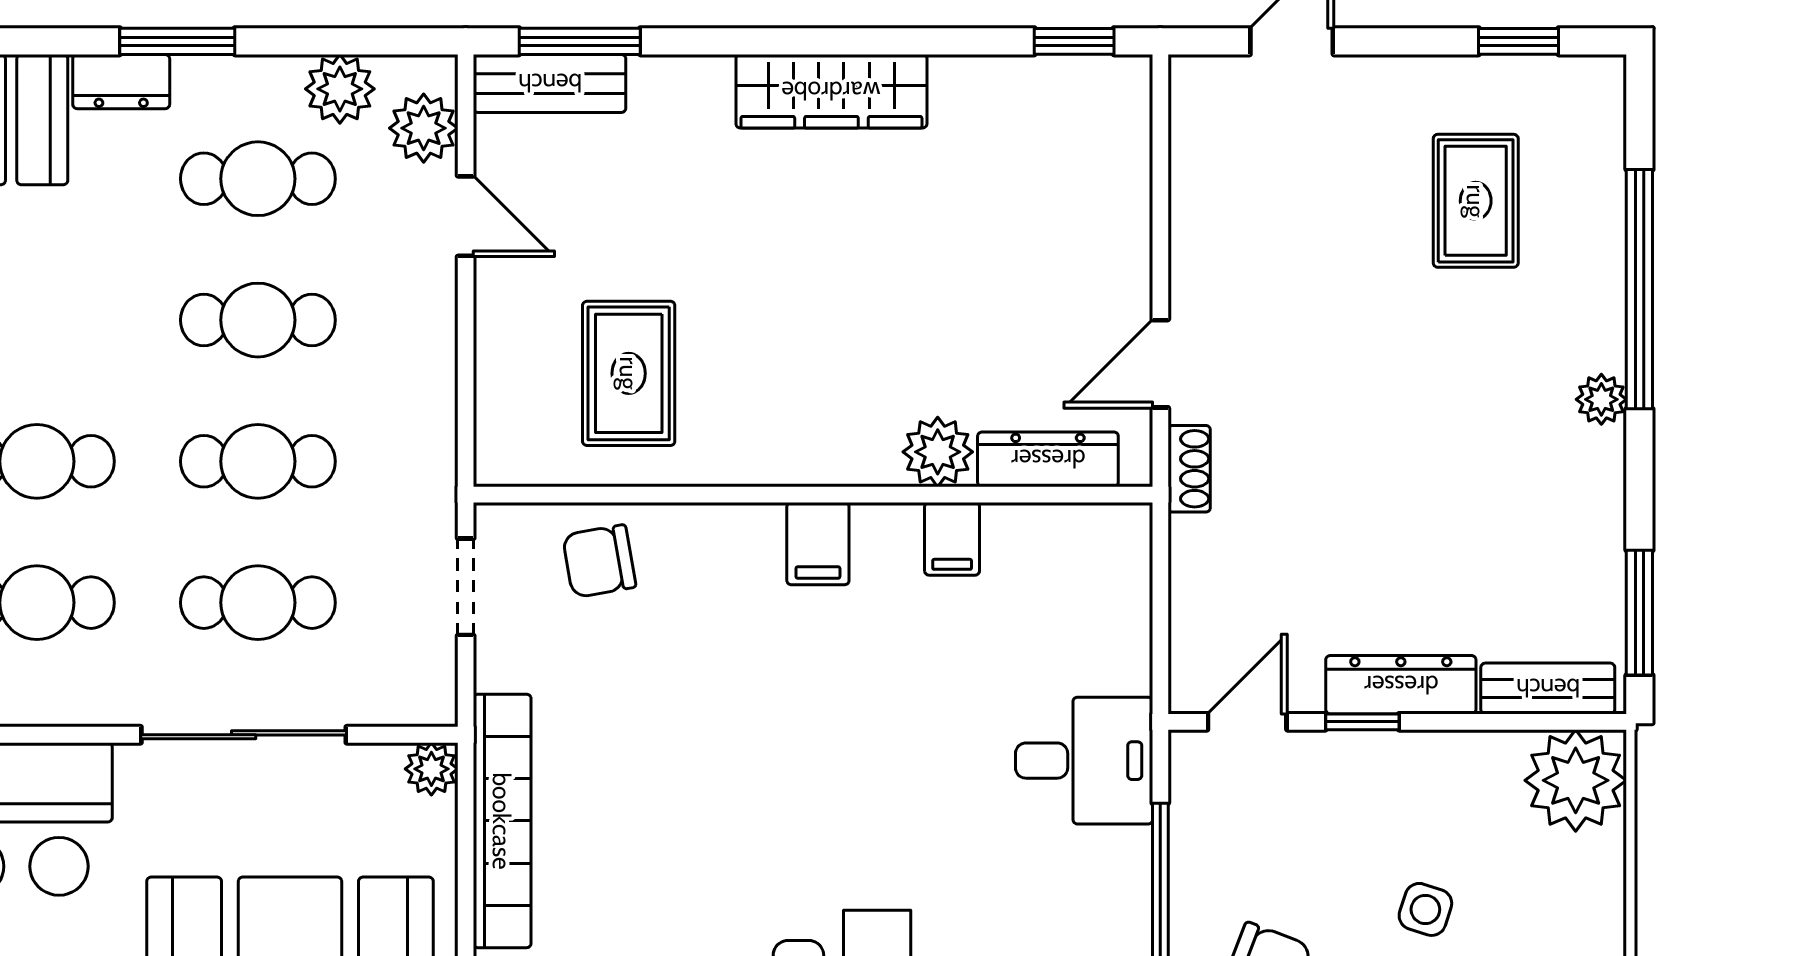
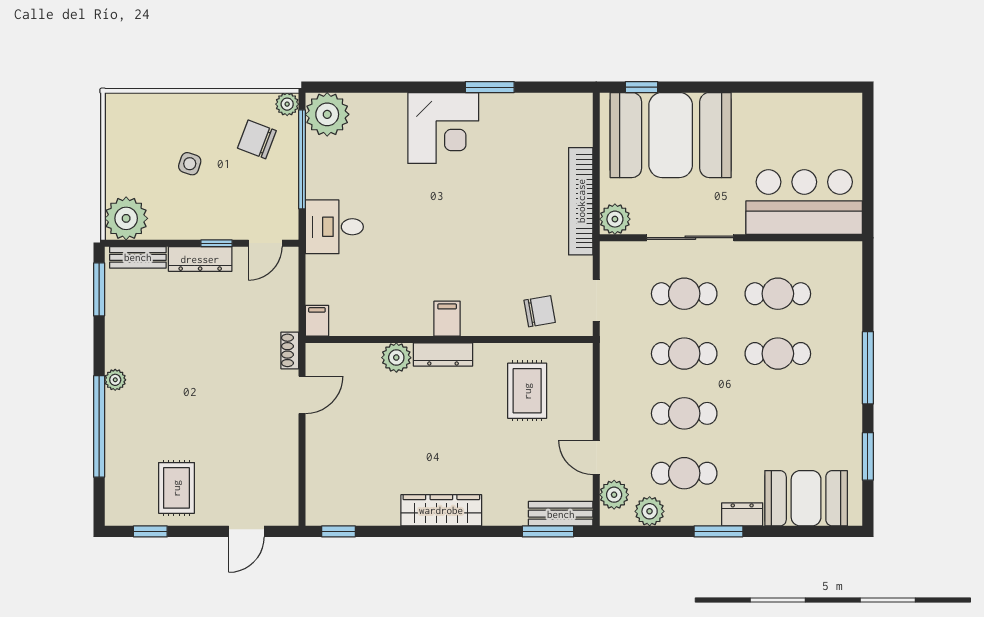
rug: (1476, 201) -> (176, 488), moved
dresser: (1048, 459) -> (443, 354), moved
filing cabinet: (952, 539) -> (317, 321), moved
plant: (431, 769) -> (615, 219), width x1.38, depth x1.38

